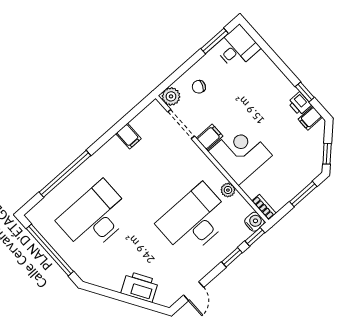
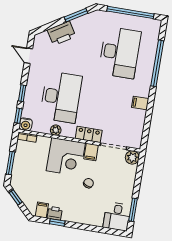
chair: (199, 87) -> (88, 183), moved
filing cabinet: (128, 136) -> (140, 103), moved
locker: (197, 158) -> (89, 134), added
window: (109, 293) -> (76, 15), added

